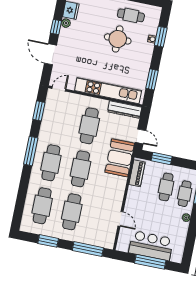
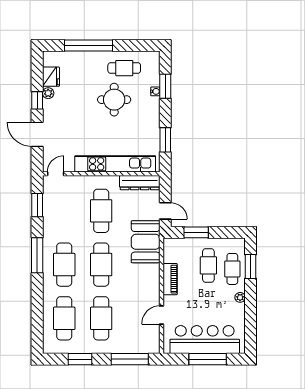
piano: (137, 173) -> (170, 279), moved
door: (120, 219) -> (161, 315), swing flipped
bar counter: (151, 246) -> (205, 340), width x1.36

